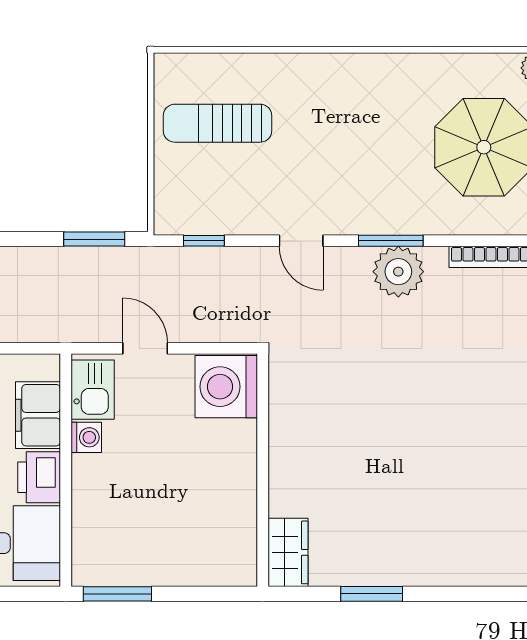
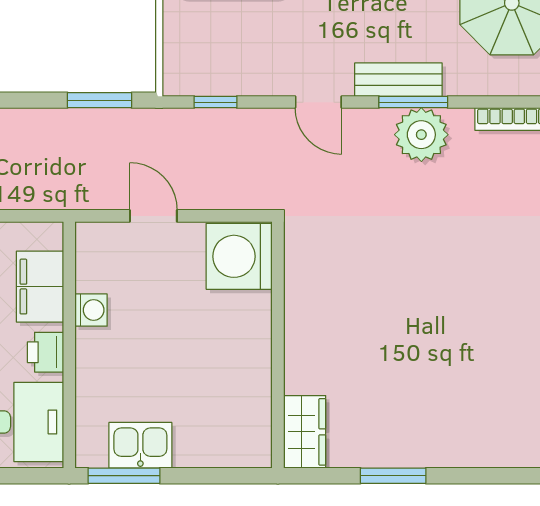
bench: (377, 220) -> (398, 80), added
kitchen sink: (93, 390) -> (140, 445), moved, turned -90
printer: (39, 477) -> (45, 352), width x0.73, depth x0.81

